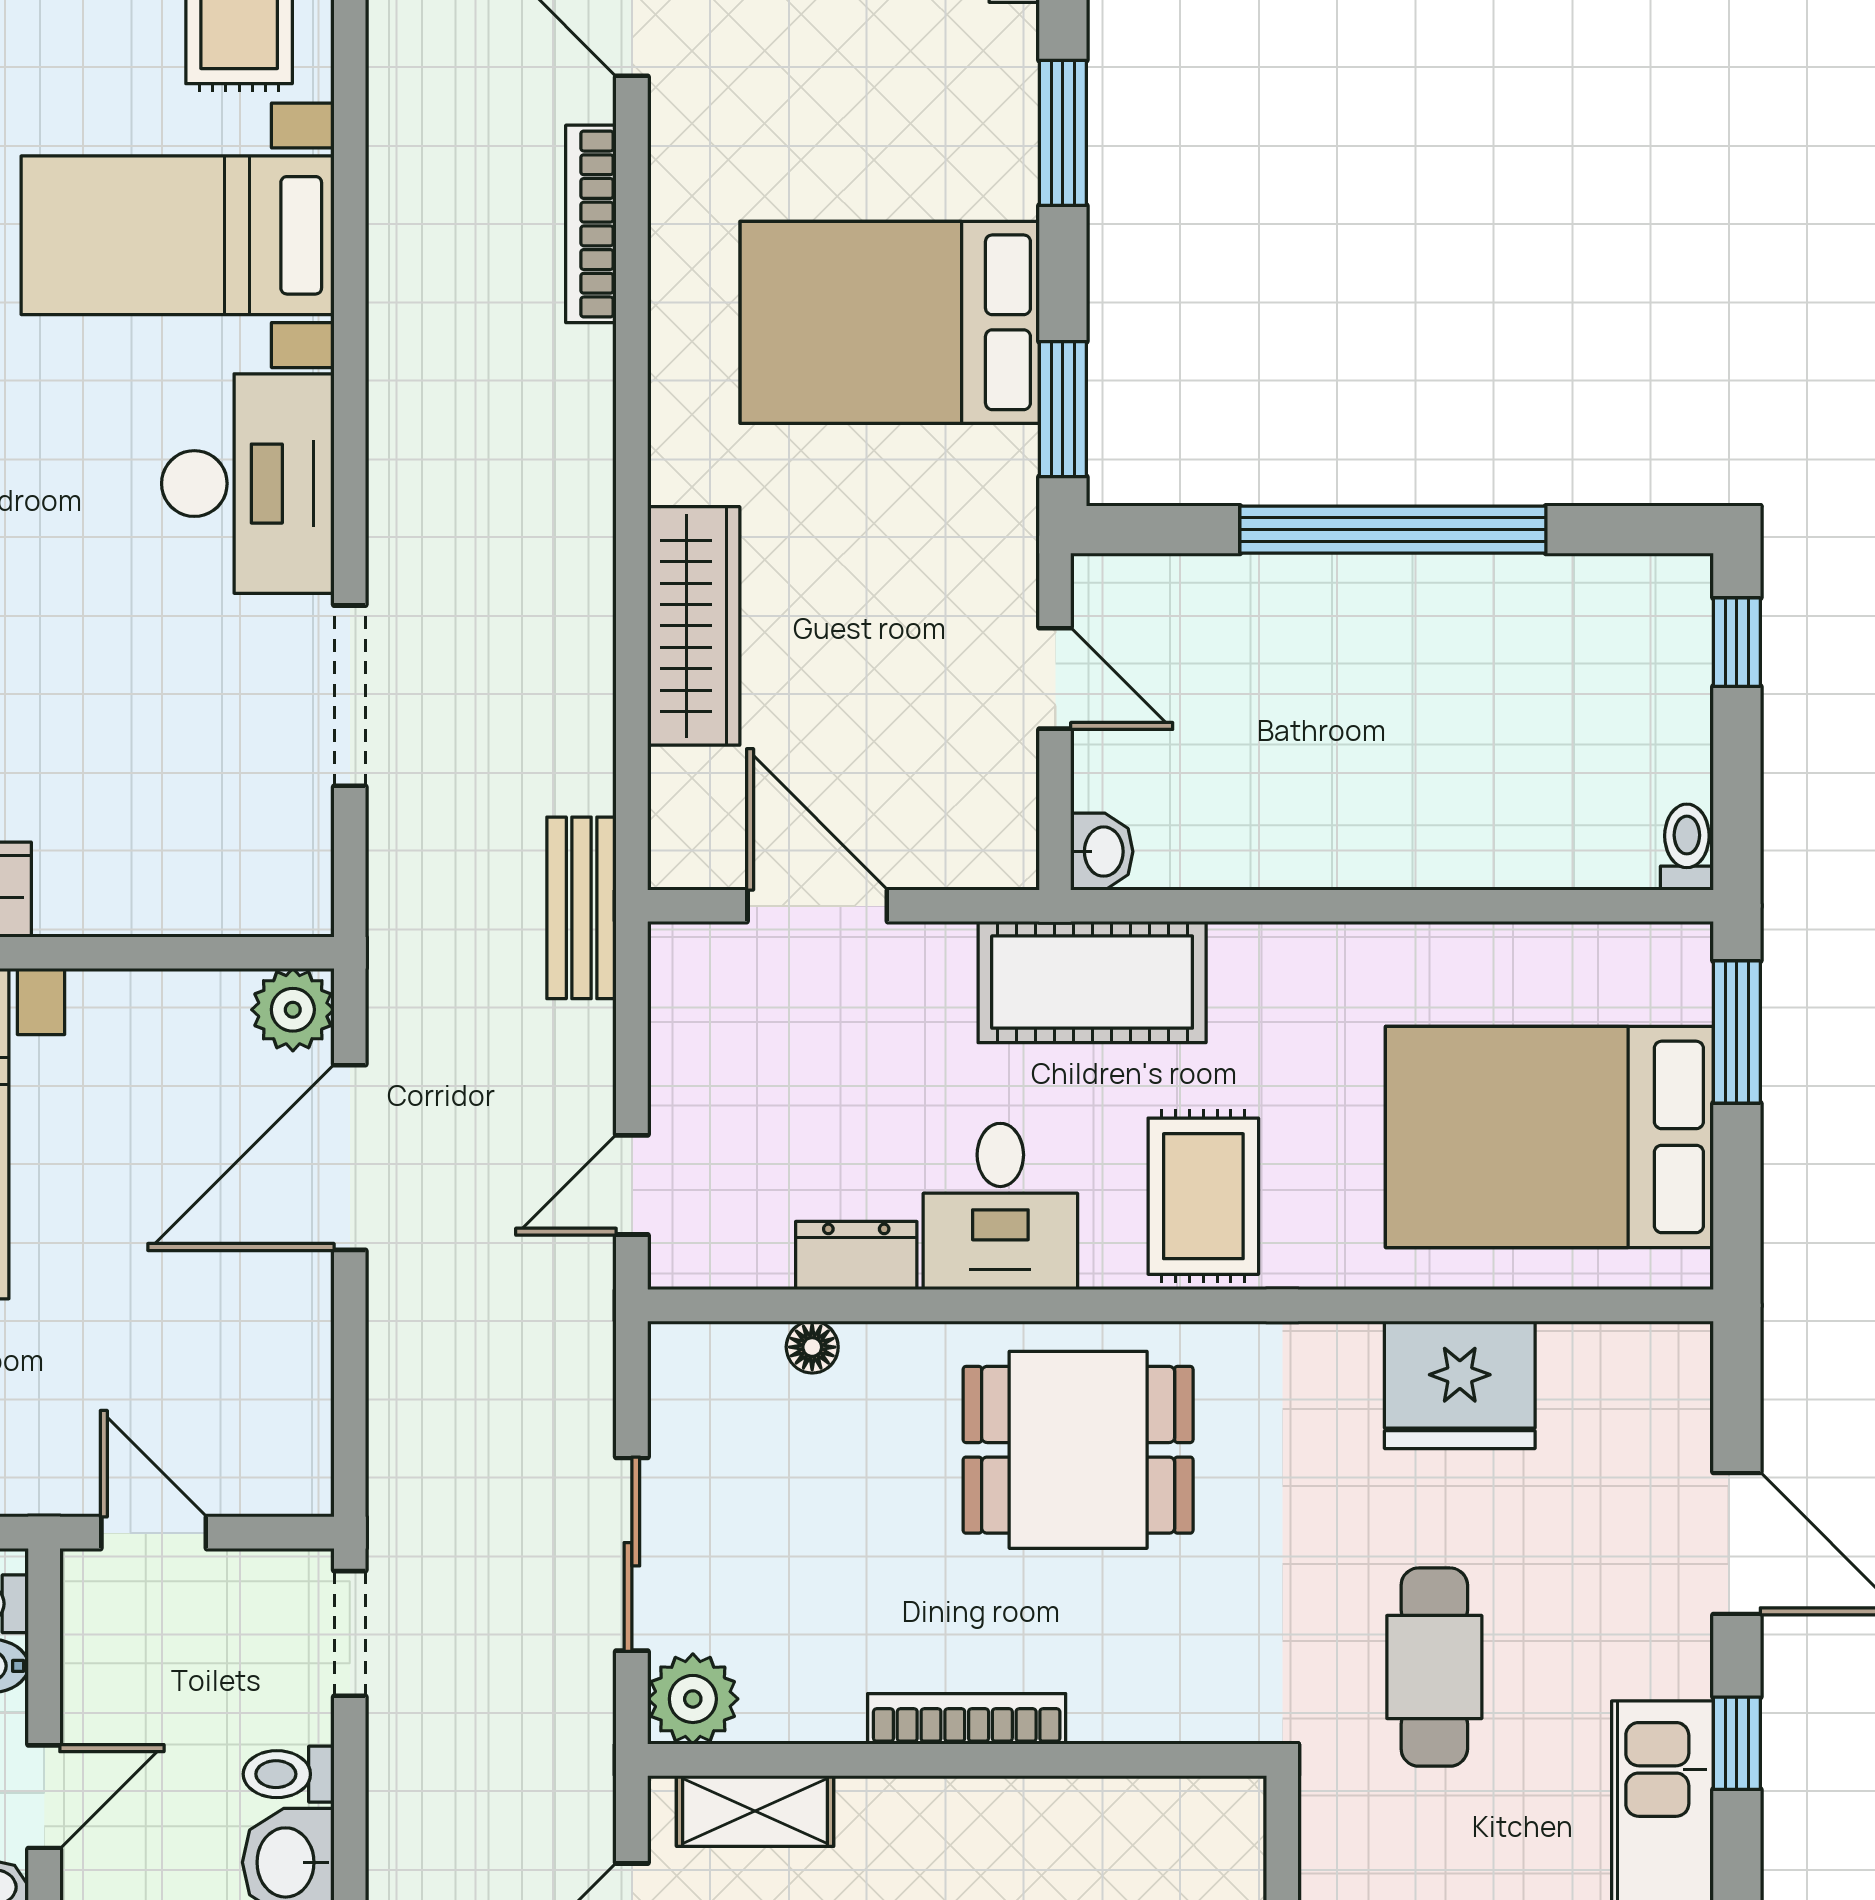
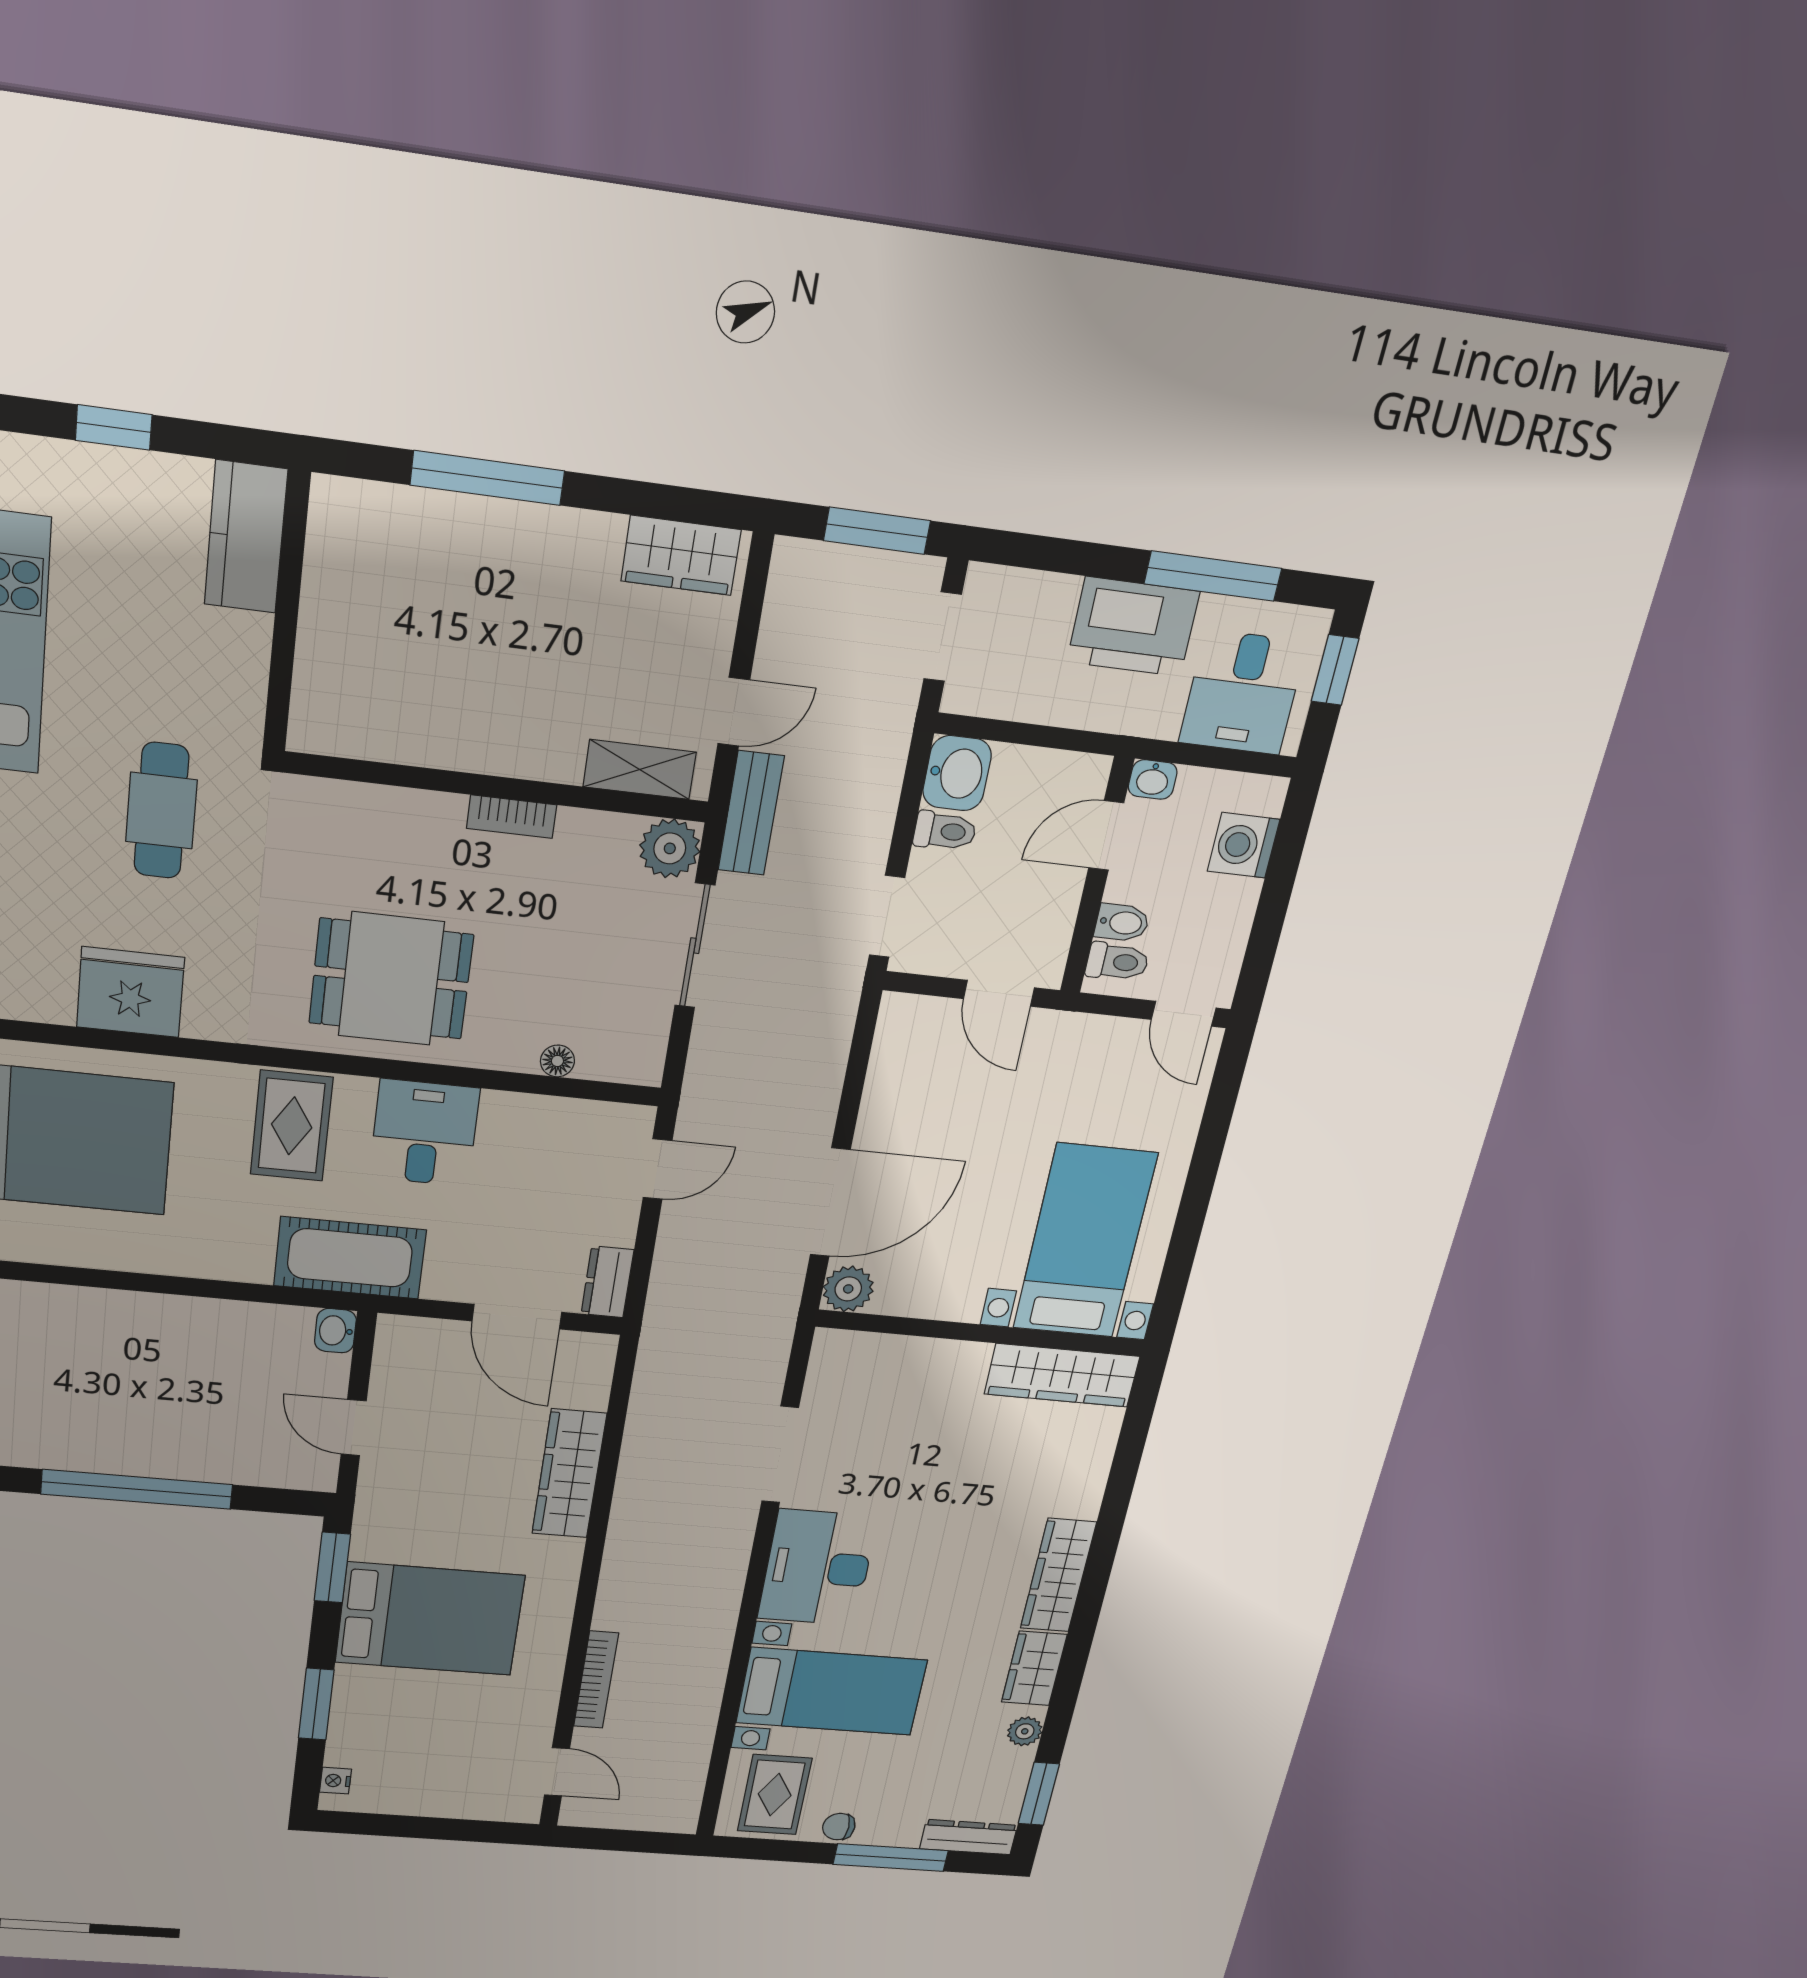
bench: (582, 908) -> (751, 813), moved
dresser: (856, 1256) -> (607, 1282), moved, turned 90
bookcase: (967, 1719) -> (512, 817), width x0.64

